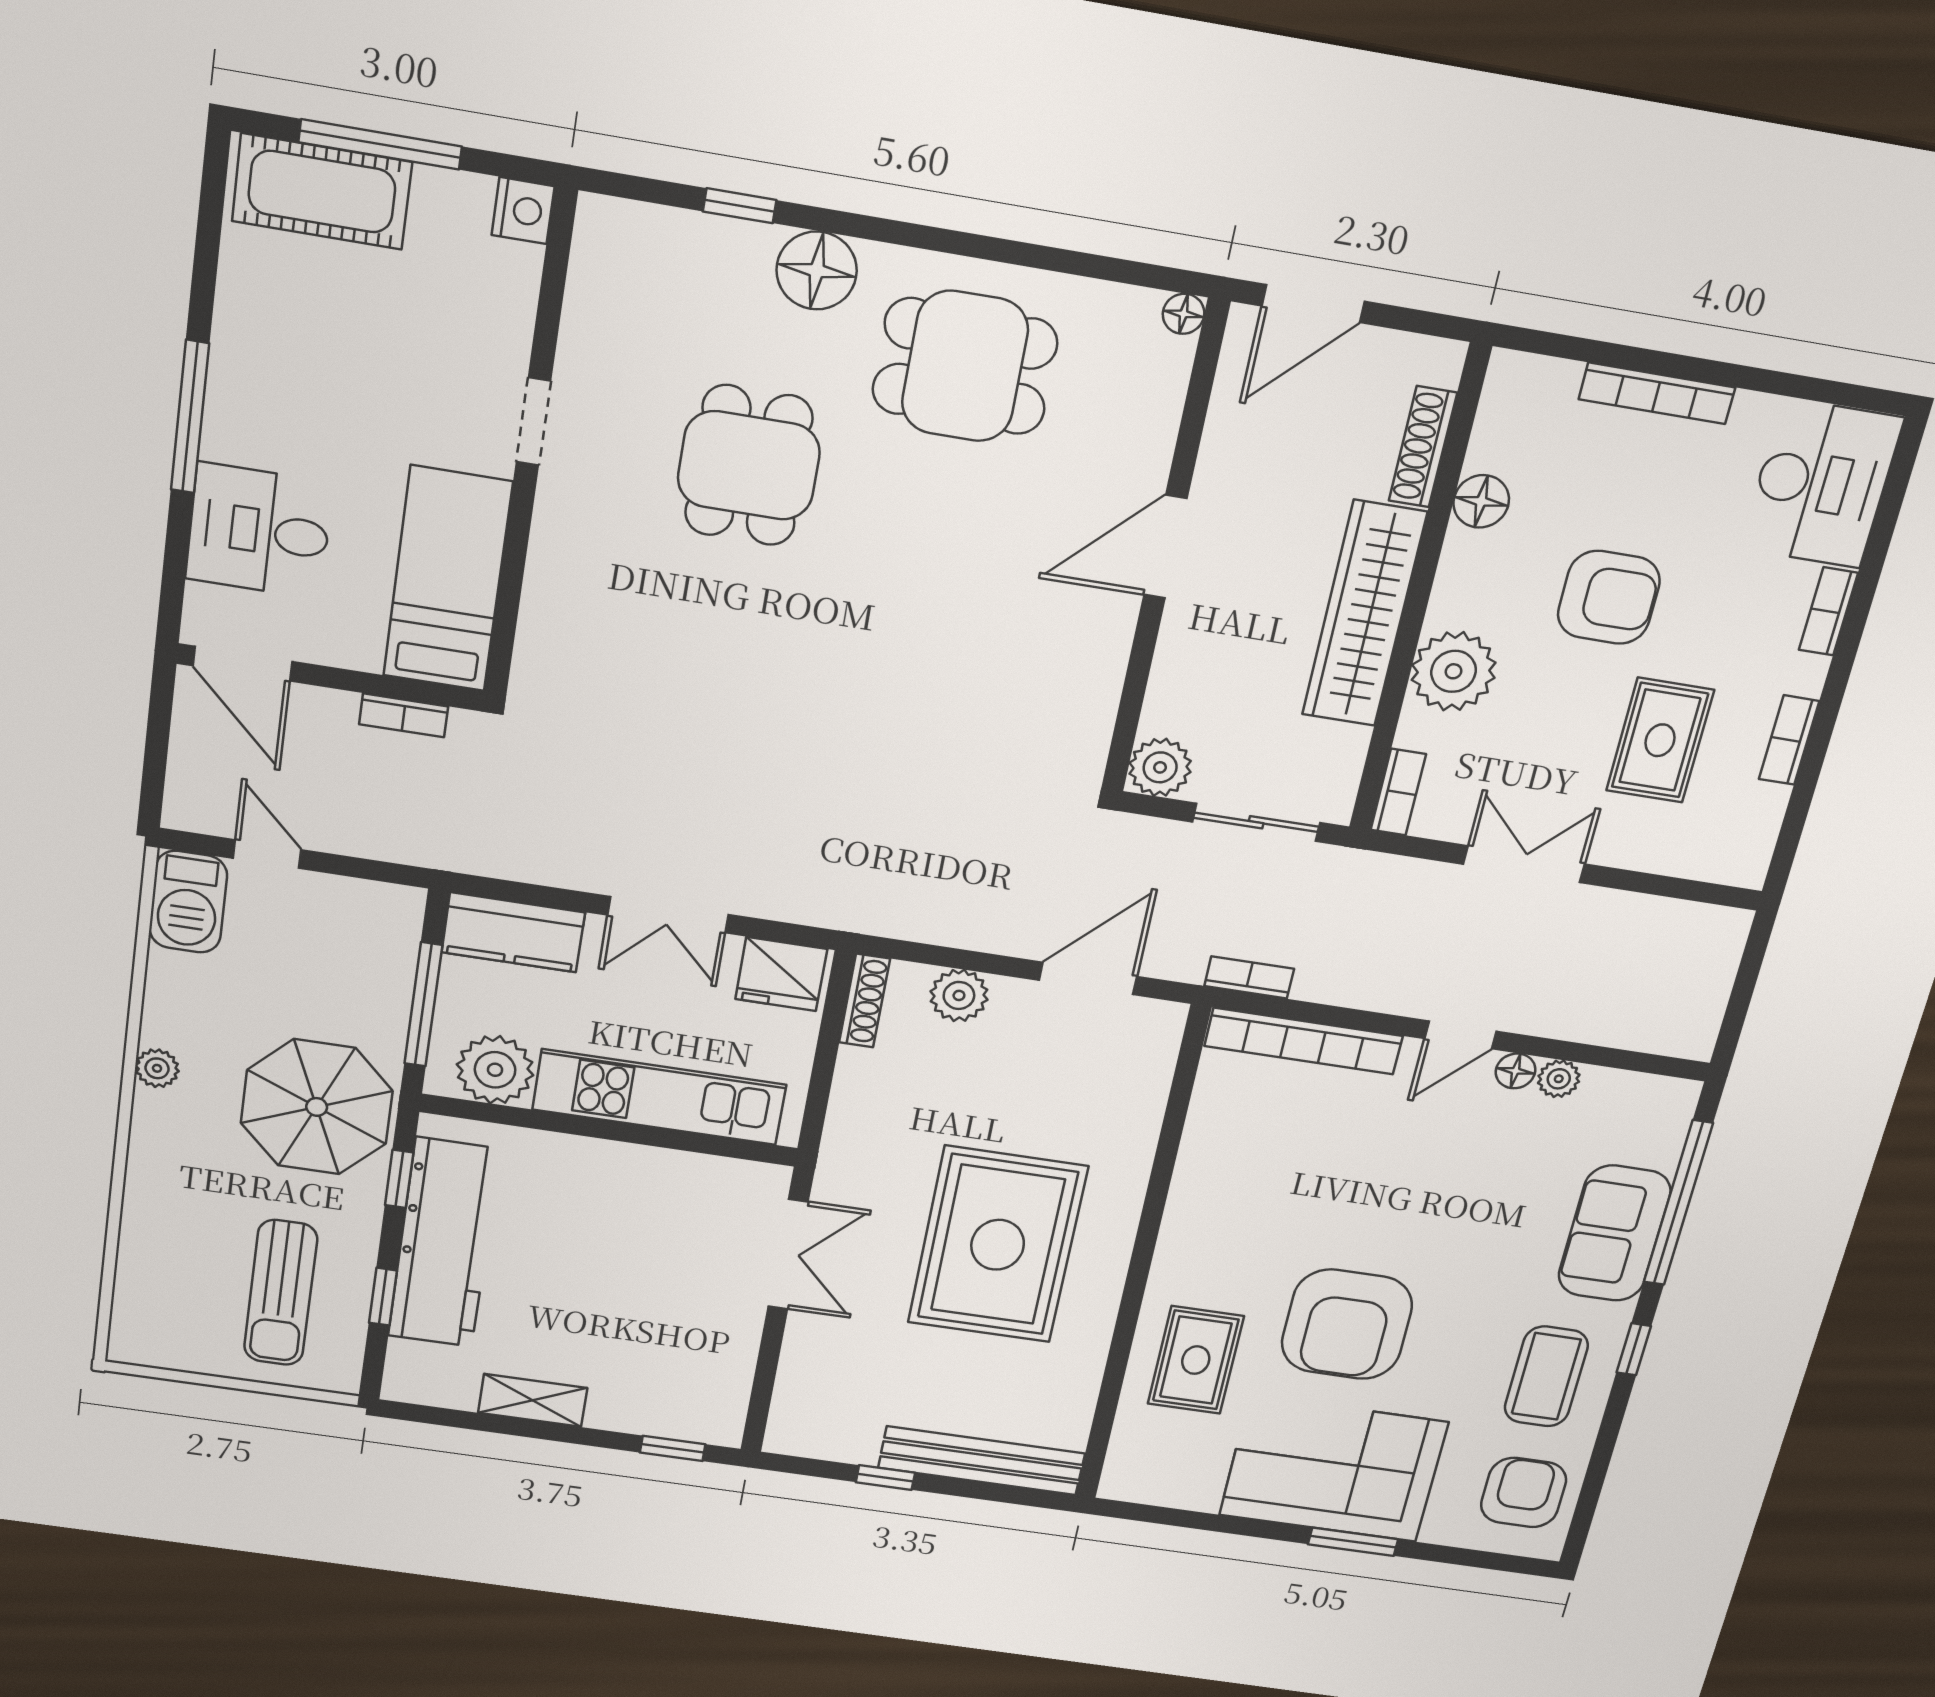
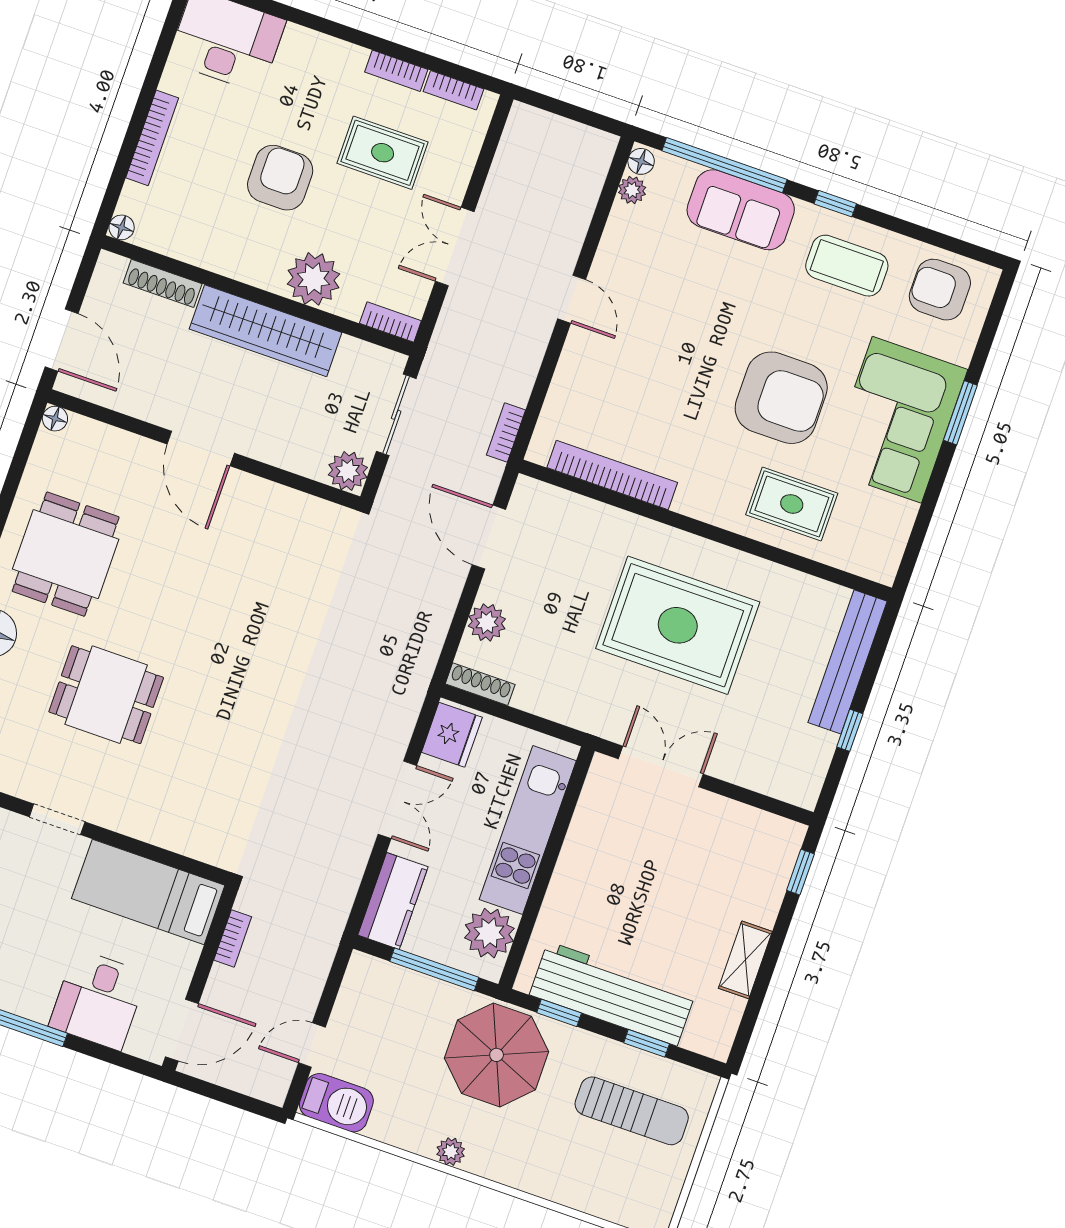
floor lamp: (1481, 501) -> (122, 227), moved, width x0.73, depth x0.73
bookcase: (1828, 611) -> (454, 90), moved
bookcase: (1304, 1041) -> (612, 475), moved, turned -90
floor lamp: (1516, 1071) -> (641, 161), moved
plant: (1559, 1079) -> (632, 190), moved

